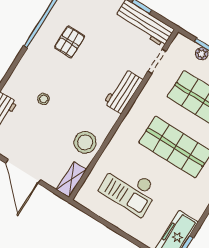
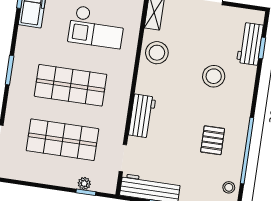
stool: (43, 99) -> (214, 76), width x1.89, depth x1.89
checkout: (129, 189) -> (97, 27), turned 180

